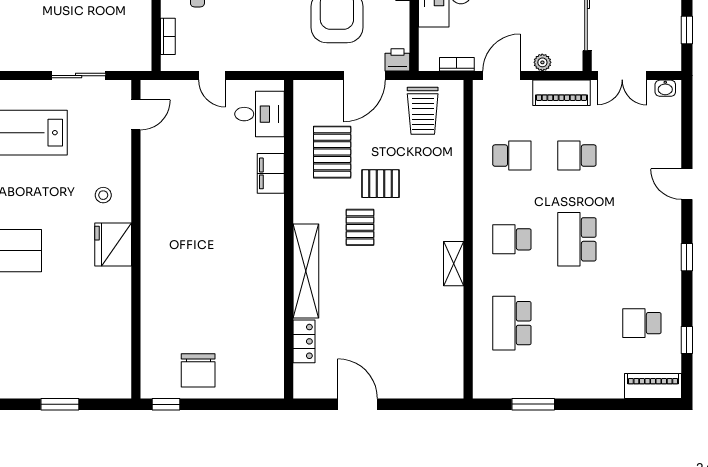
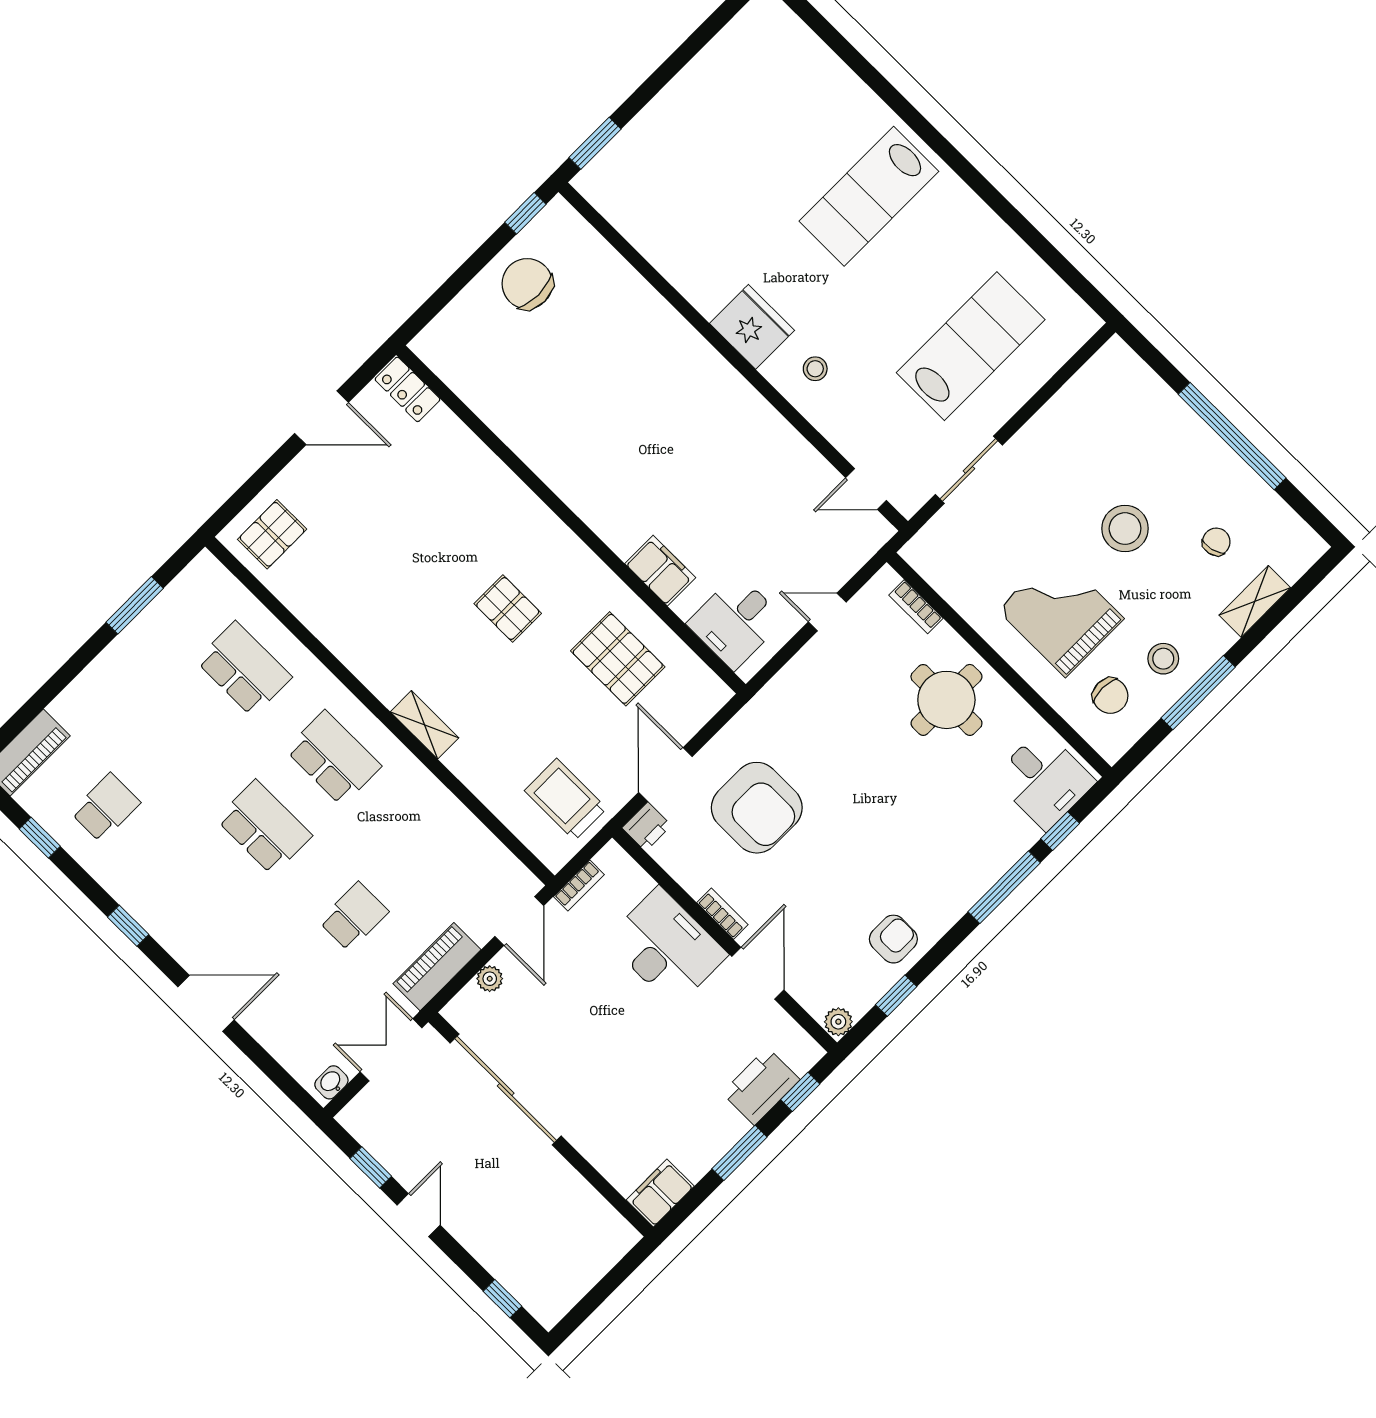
door: (136, 115) -> (866, 489), hinge flipped
school desk: (512, 156) -> (423, 847), removed
pallet: (381, 184) -> (272, 534), moved
door: (687, 184) -> (206, 1003), width x1.37
school desk: (512, 239) -> (333, 758), width x1.85
shelving: (454, 264) -> (425, 725), moved
shelving: (306, 271) -> (519, 504), removed
locker: (304, 341) -> (407, 389), moved
window: (60, 404) -> (595, 143), moved

